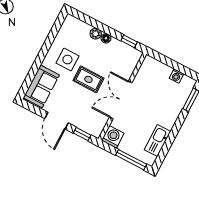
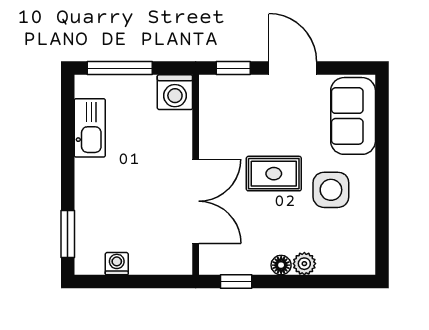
double door: (121, 100) -> (196, 201), moved

